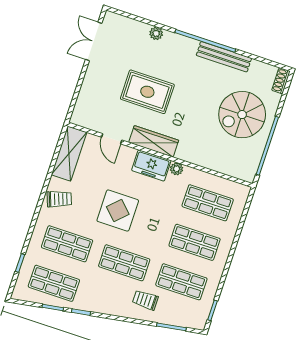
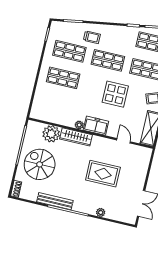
spiral stairs: (242, 115) -> (40, 164), turned -90
wardrobe: (154, 141) -> (76, 137), moved
plant: (220, 159) -> (51, 134), added
shop shelf: (208, 203) -> (57, 105), removed

